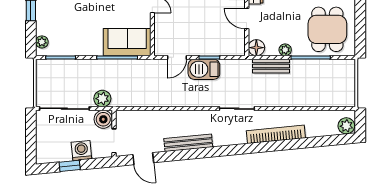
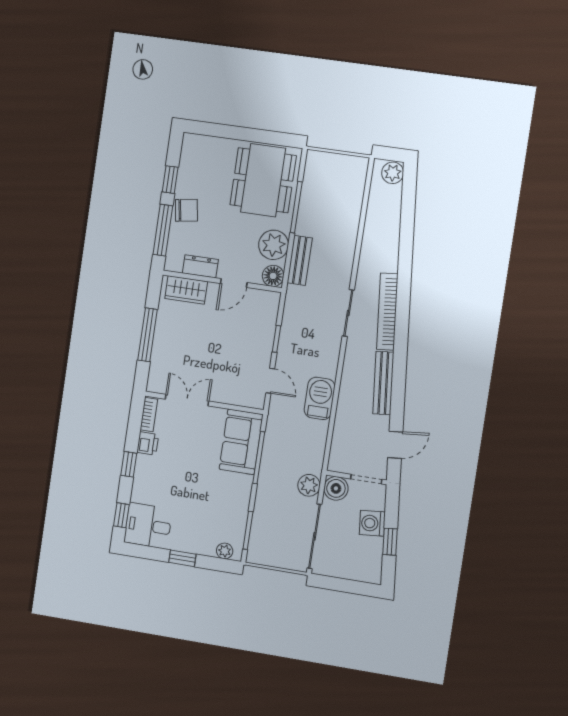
dining table: (327, 29) -> (263, 180), width x1.38
plant: (285, 50) -> (274, 245), width x1.88, depth x1.88
barbecue: (204, 69) -> (320, 398), moved, turned 180
bookcase: (276, 134) -> (387, 312), moved

